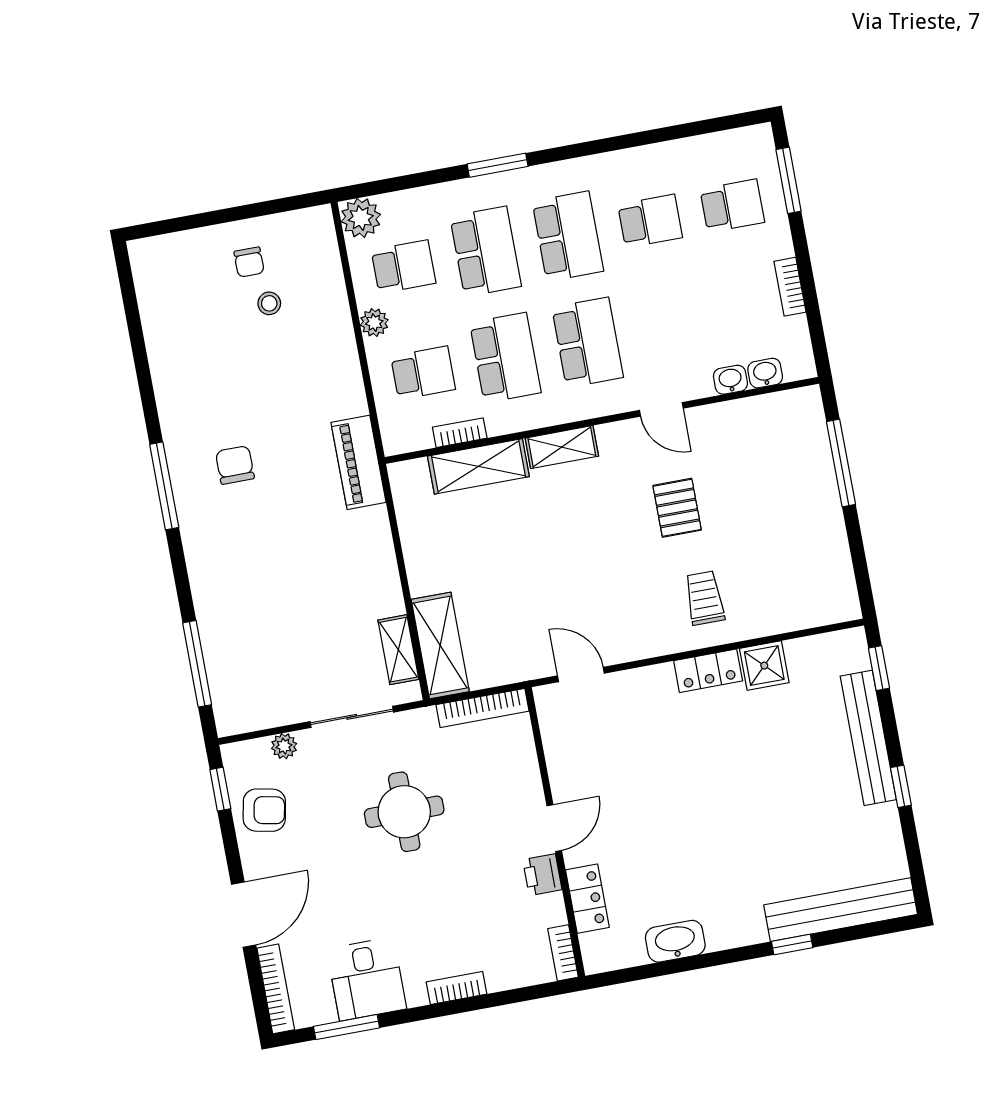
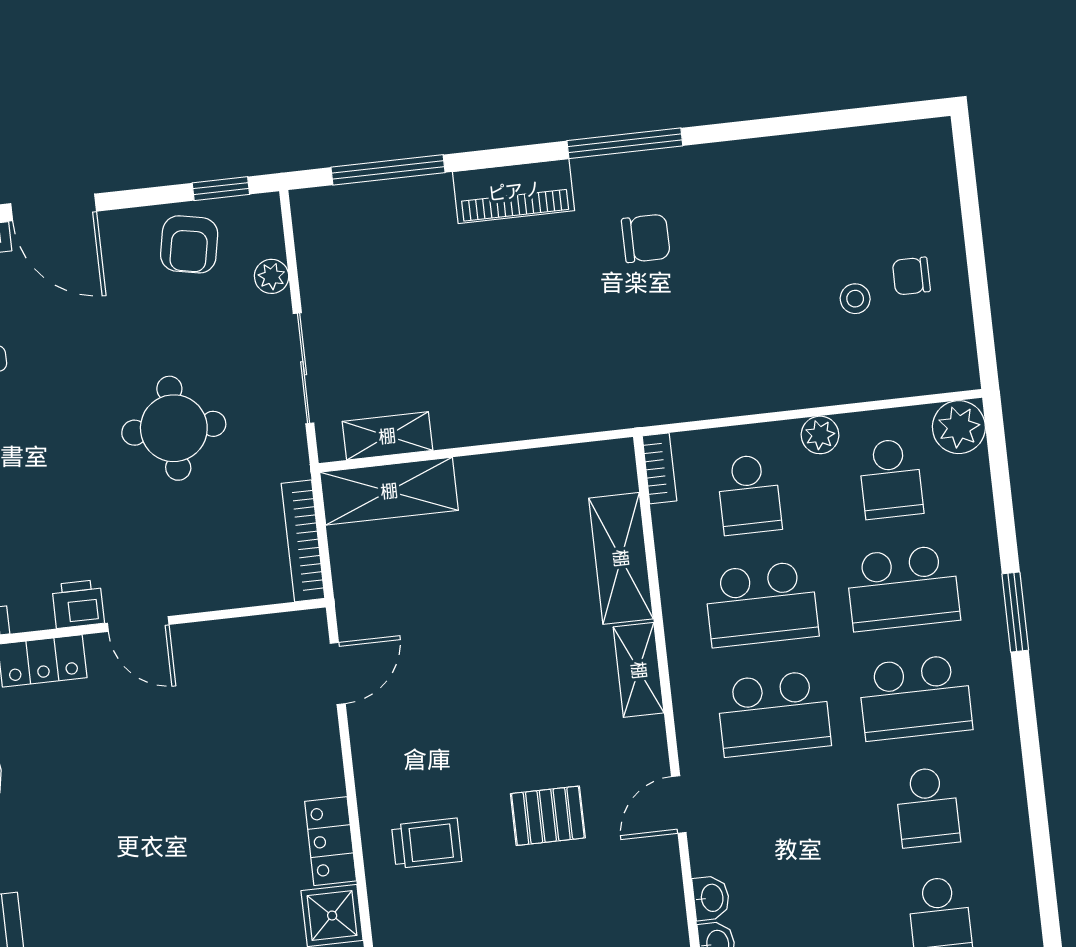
bookcase: (460, 433) -> (659, 468), moved
piano: (359, 462) -> (514, 191), moved, turned 180

